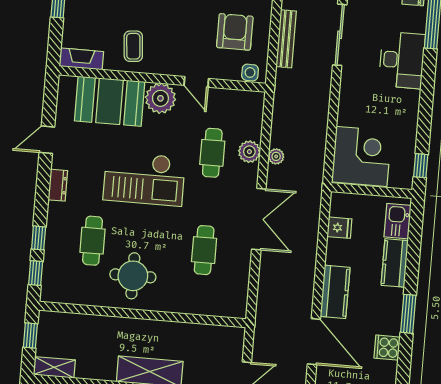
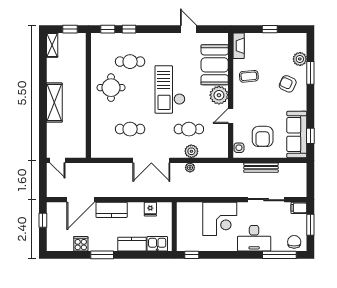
armchair: (235, 32) -> (263, 136), turned 90
corner desk: (362, 156) -> (220, 219), moved
dresser: (58, 185) -> (162, 38), removed

